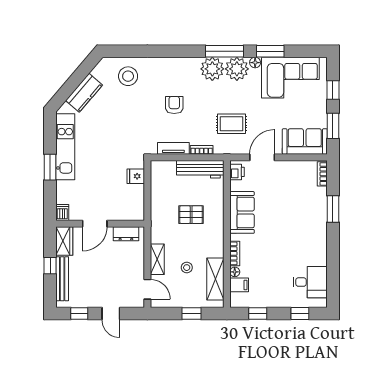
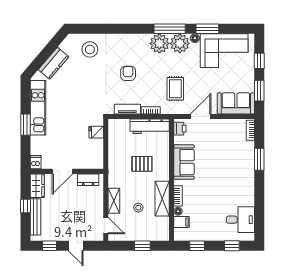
rug: (231, 124) -> (175, 89), turned 90
shelving: (215, 279) -> (162, 199), moved

